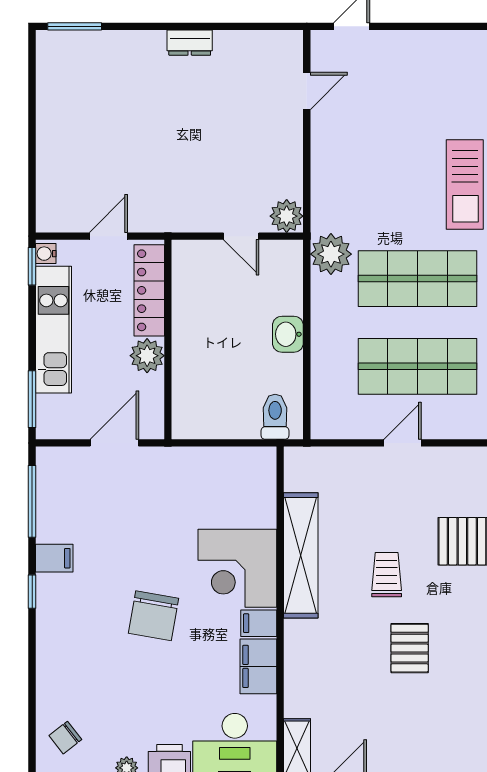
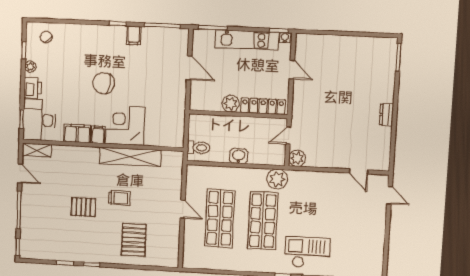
locker: (149, 290) -> (263, 106), moved
wall: (168, 340) -> (238, 114), moved
plant: (147, 356) -> (231, 104), moved

